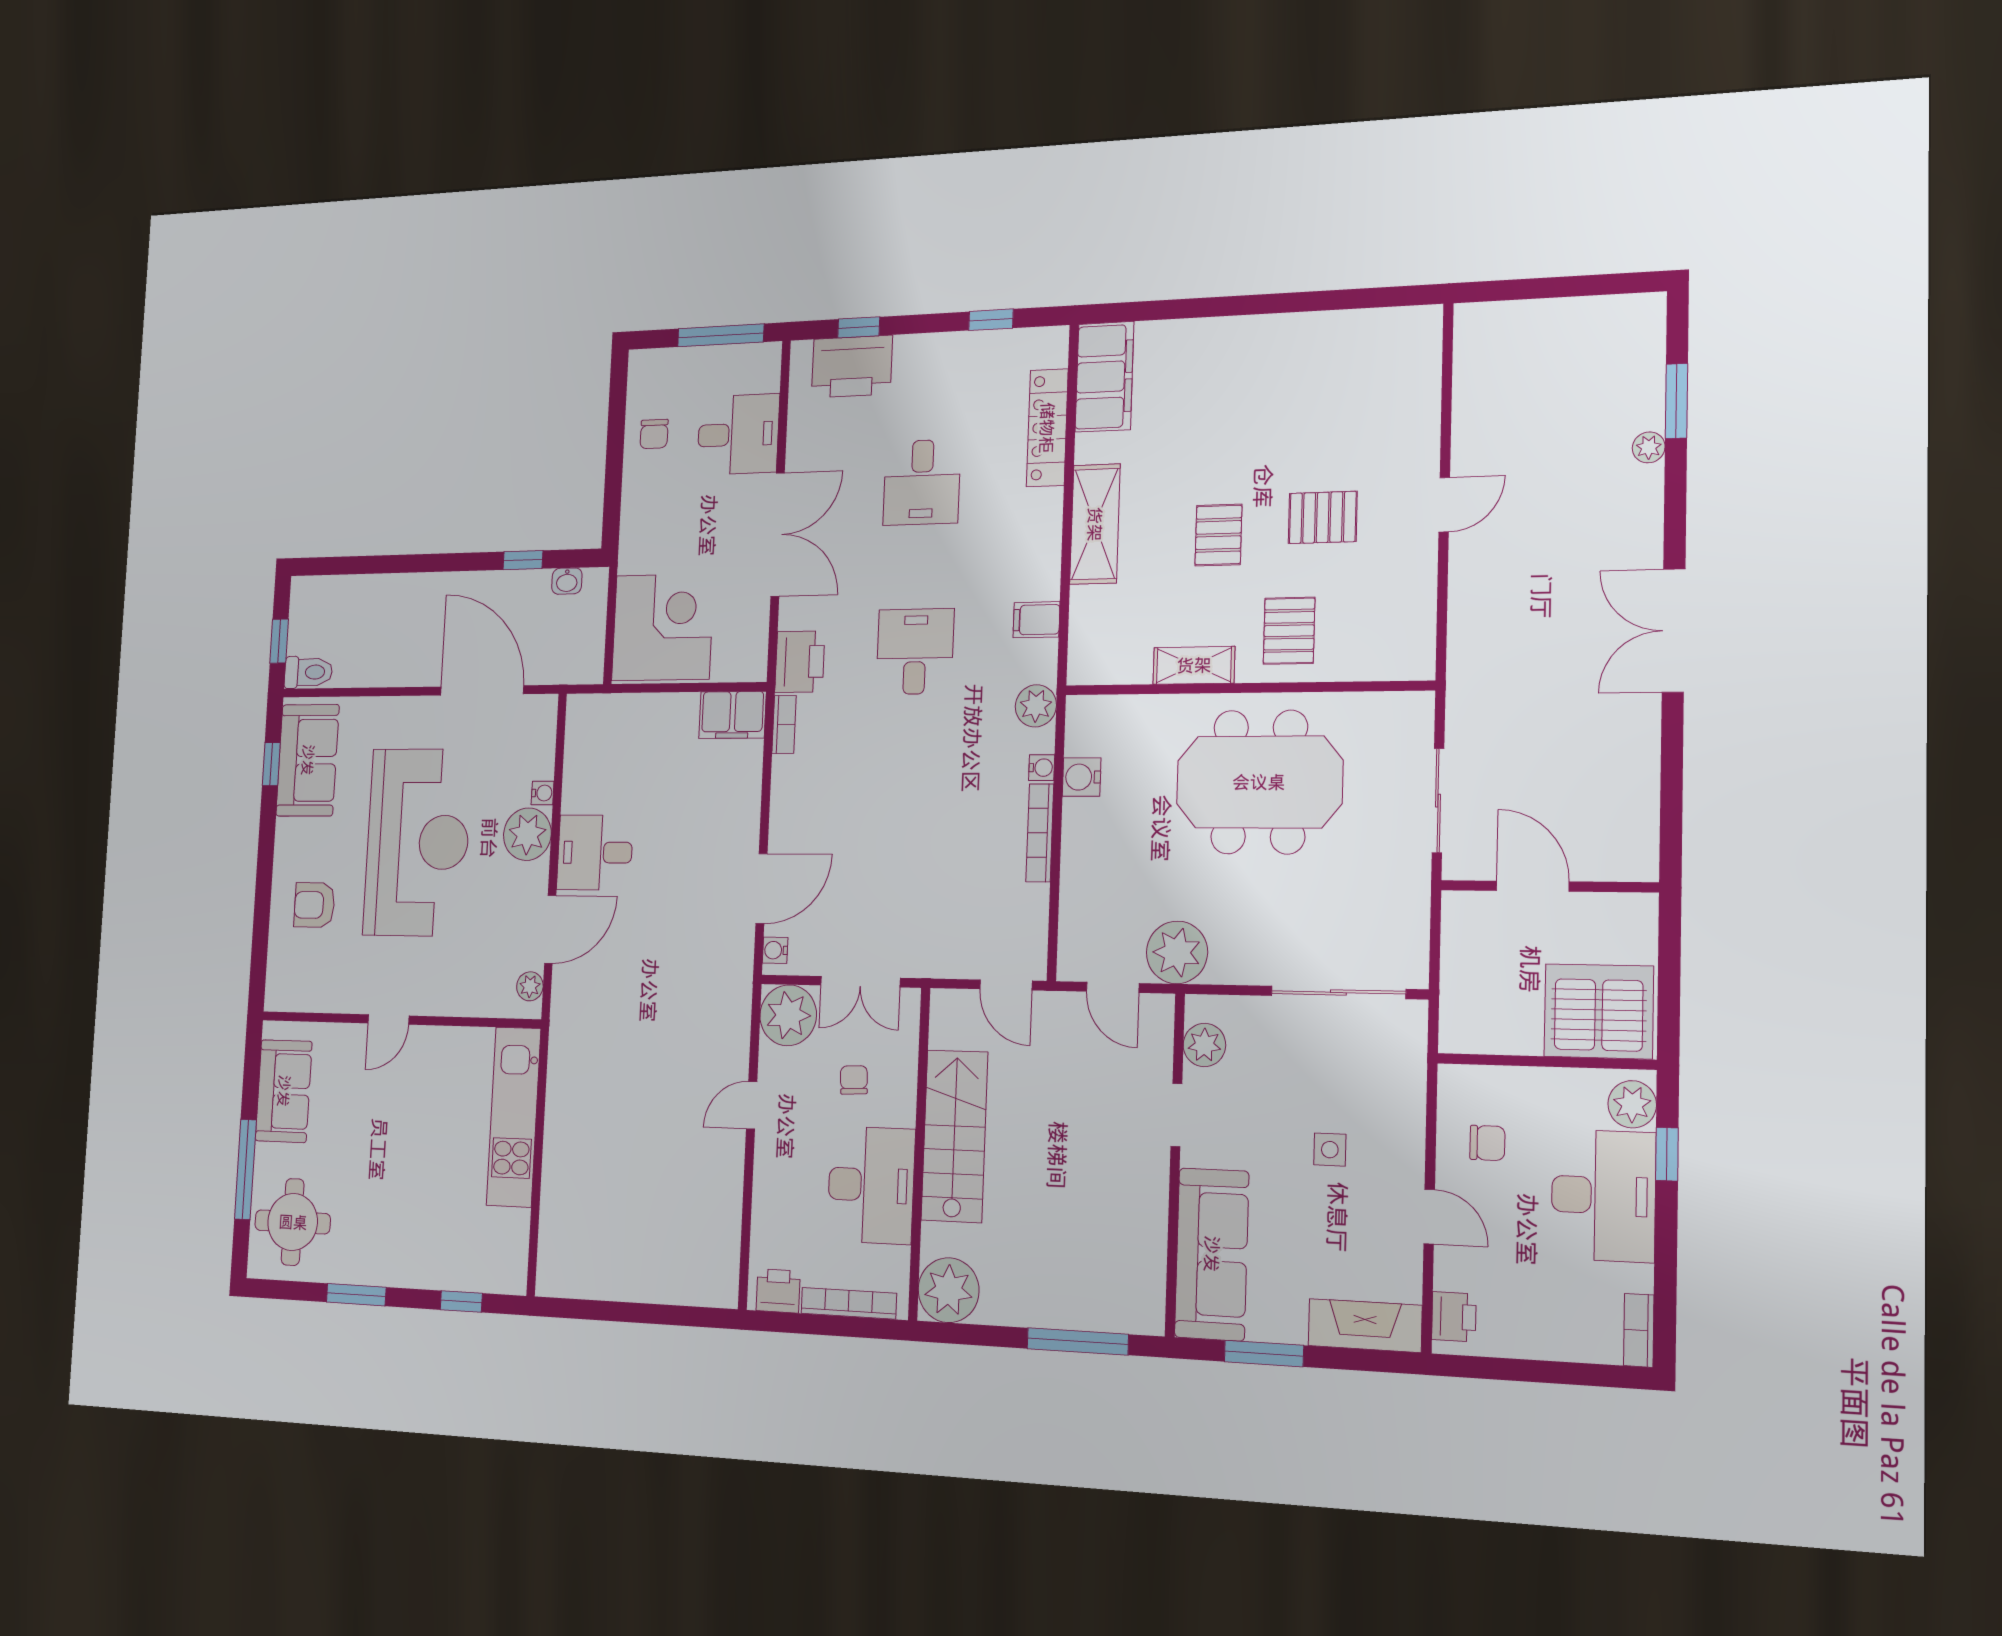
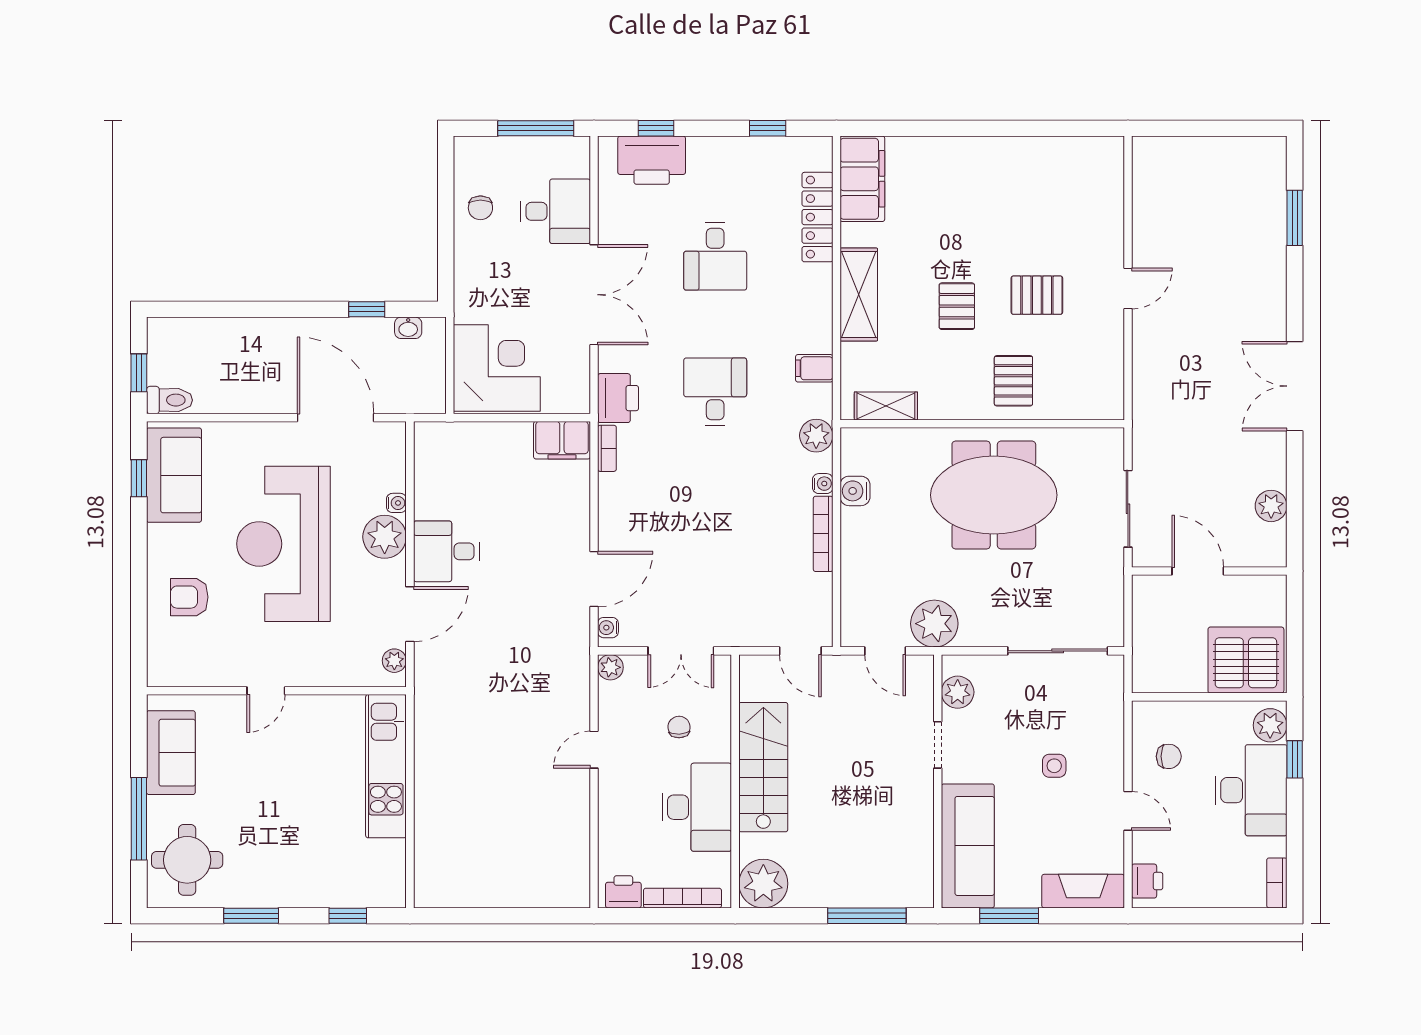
plant: (1649, 447) -> (1271, 506), moved, width x1.38, depth x1.38
shelving: (1194, 665) -> (886, 406), moved
reception desk: (418, 842) -> (283, 544), turned 180
plant: (788, 1015) -> (610, 667), width x0.53, depth x0.53

